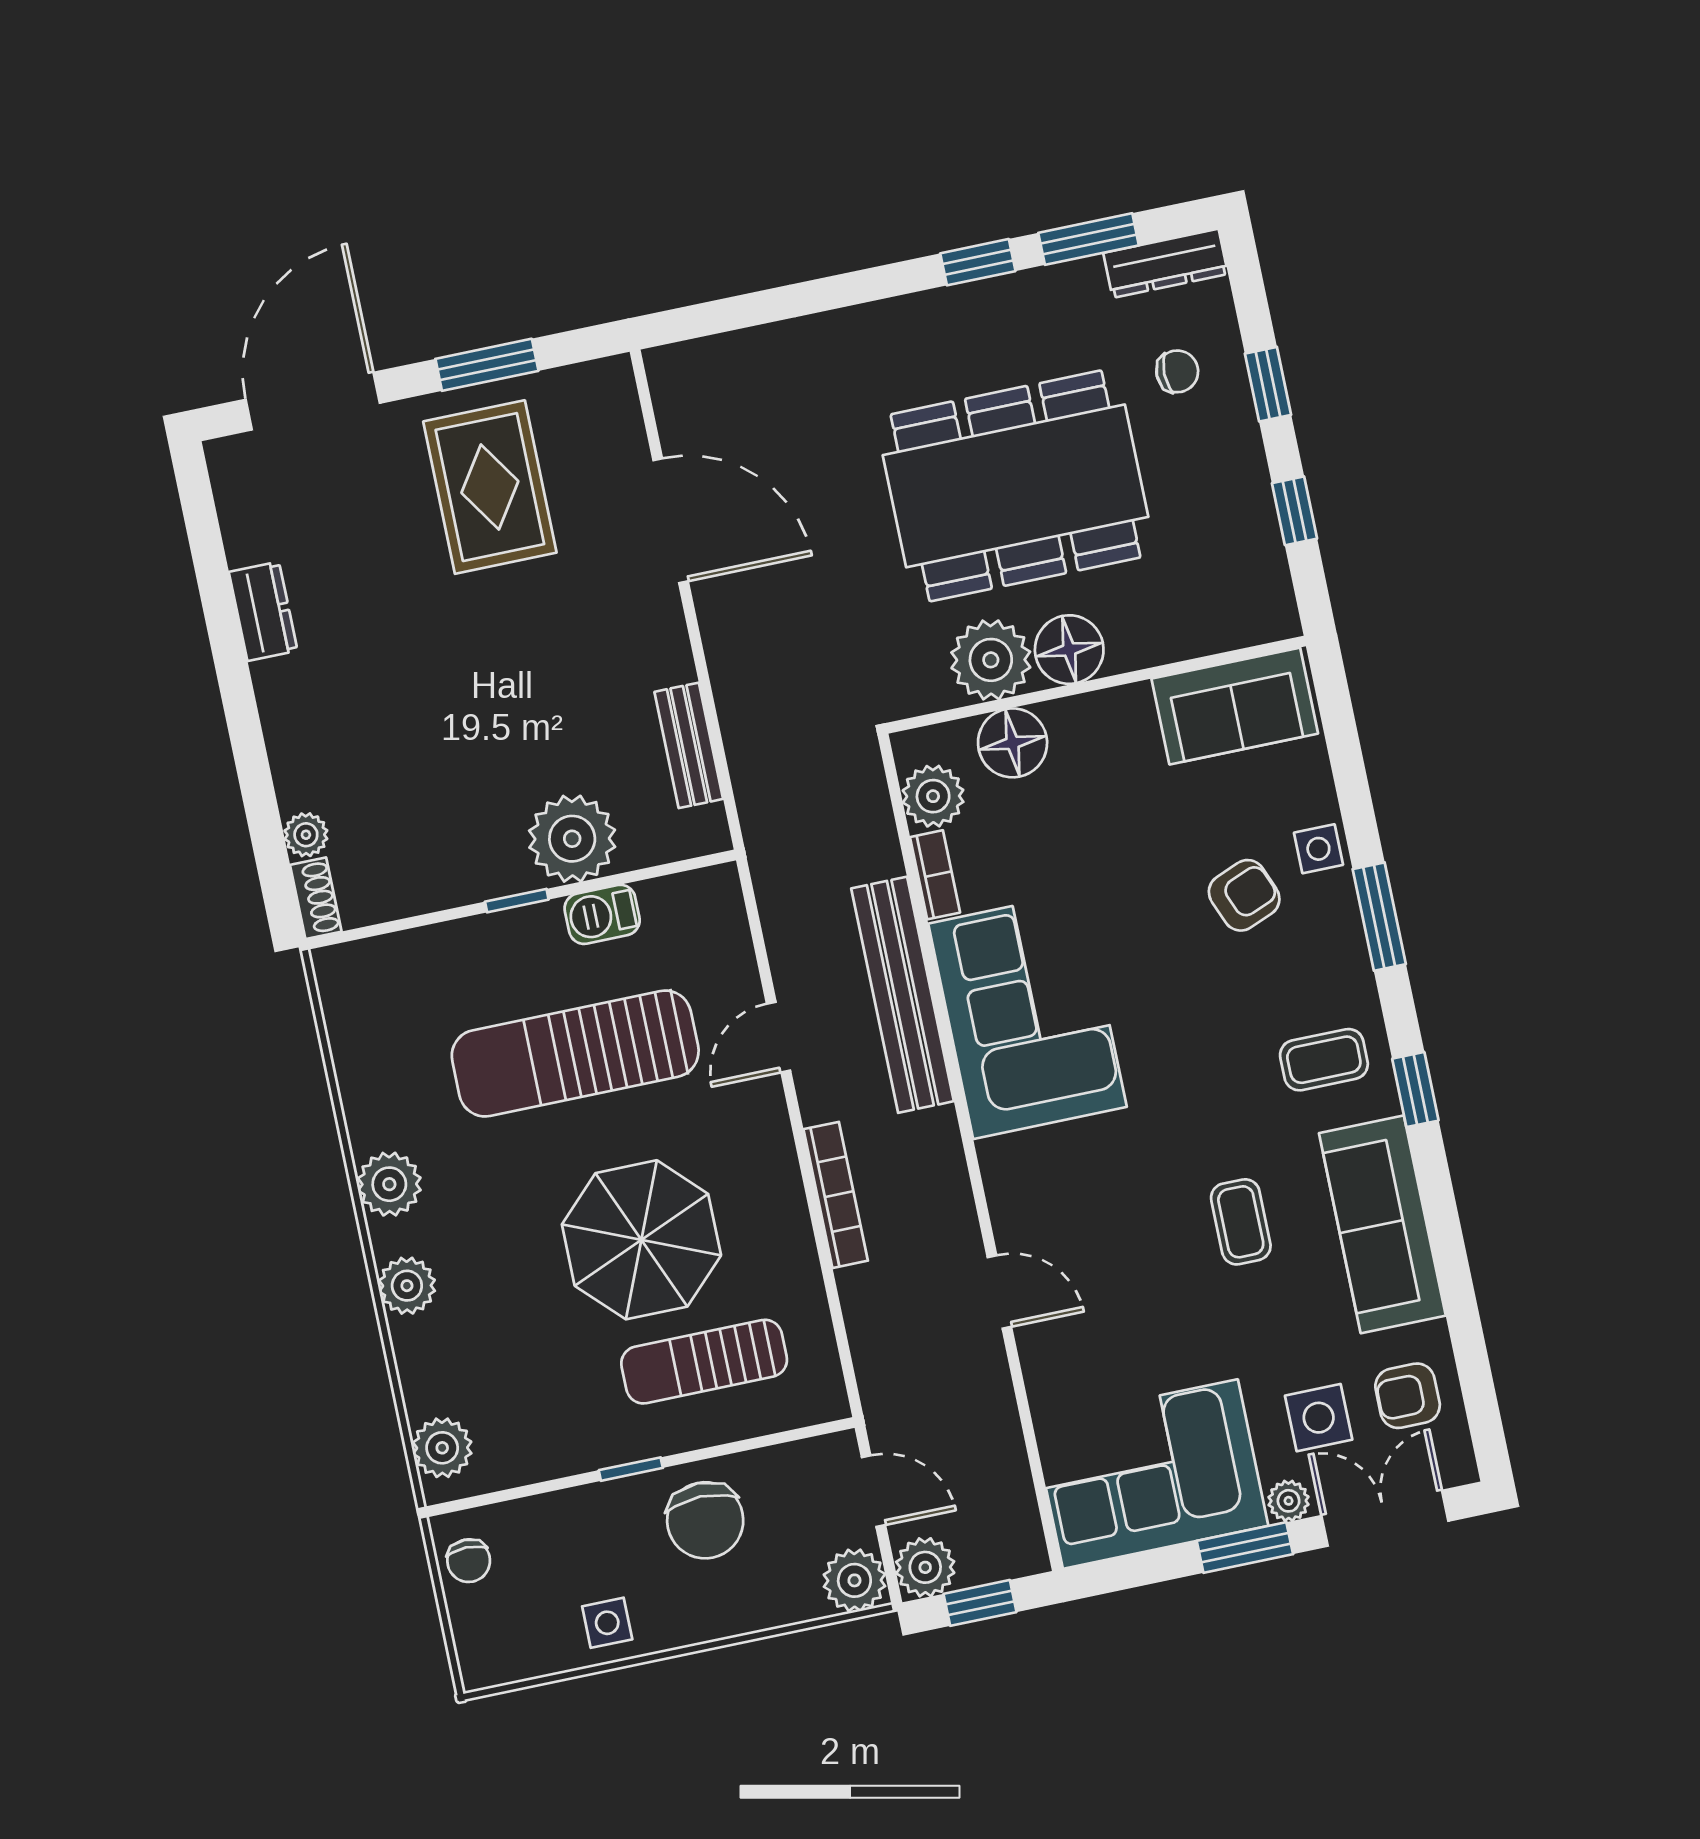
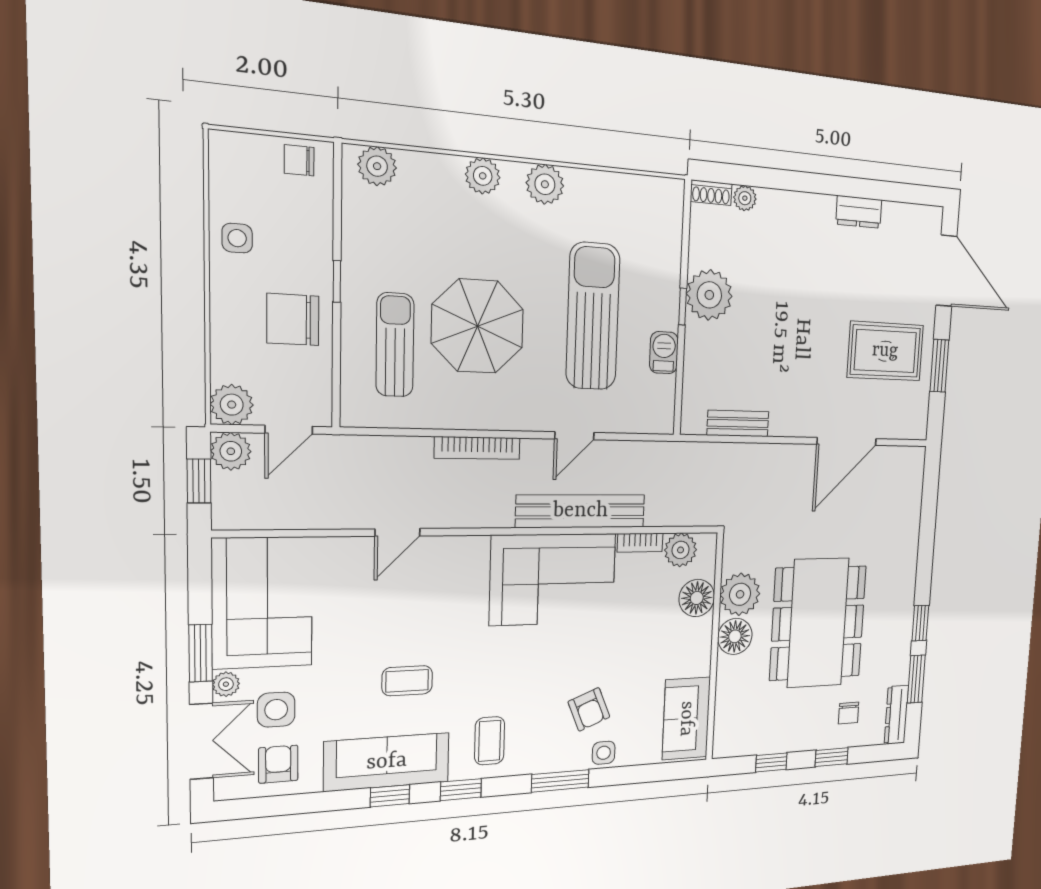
plant: (572, 839) -> (709, 295), moved
door: (779, 1037) -> (574, 436), swing flipped
window: (1440, 1207) -> (390, 796), added

